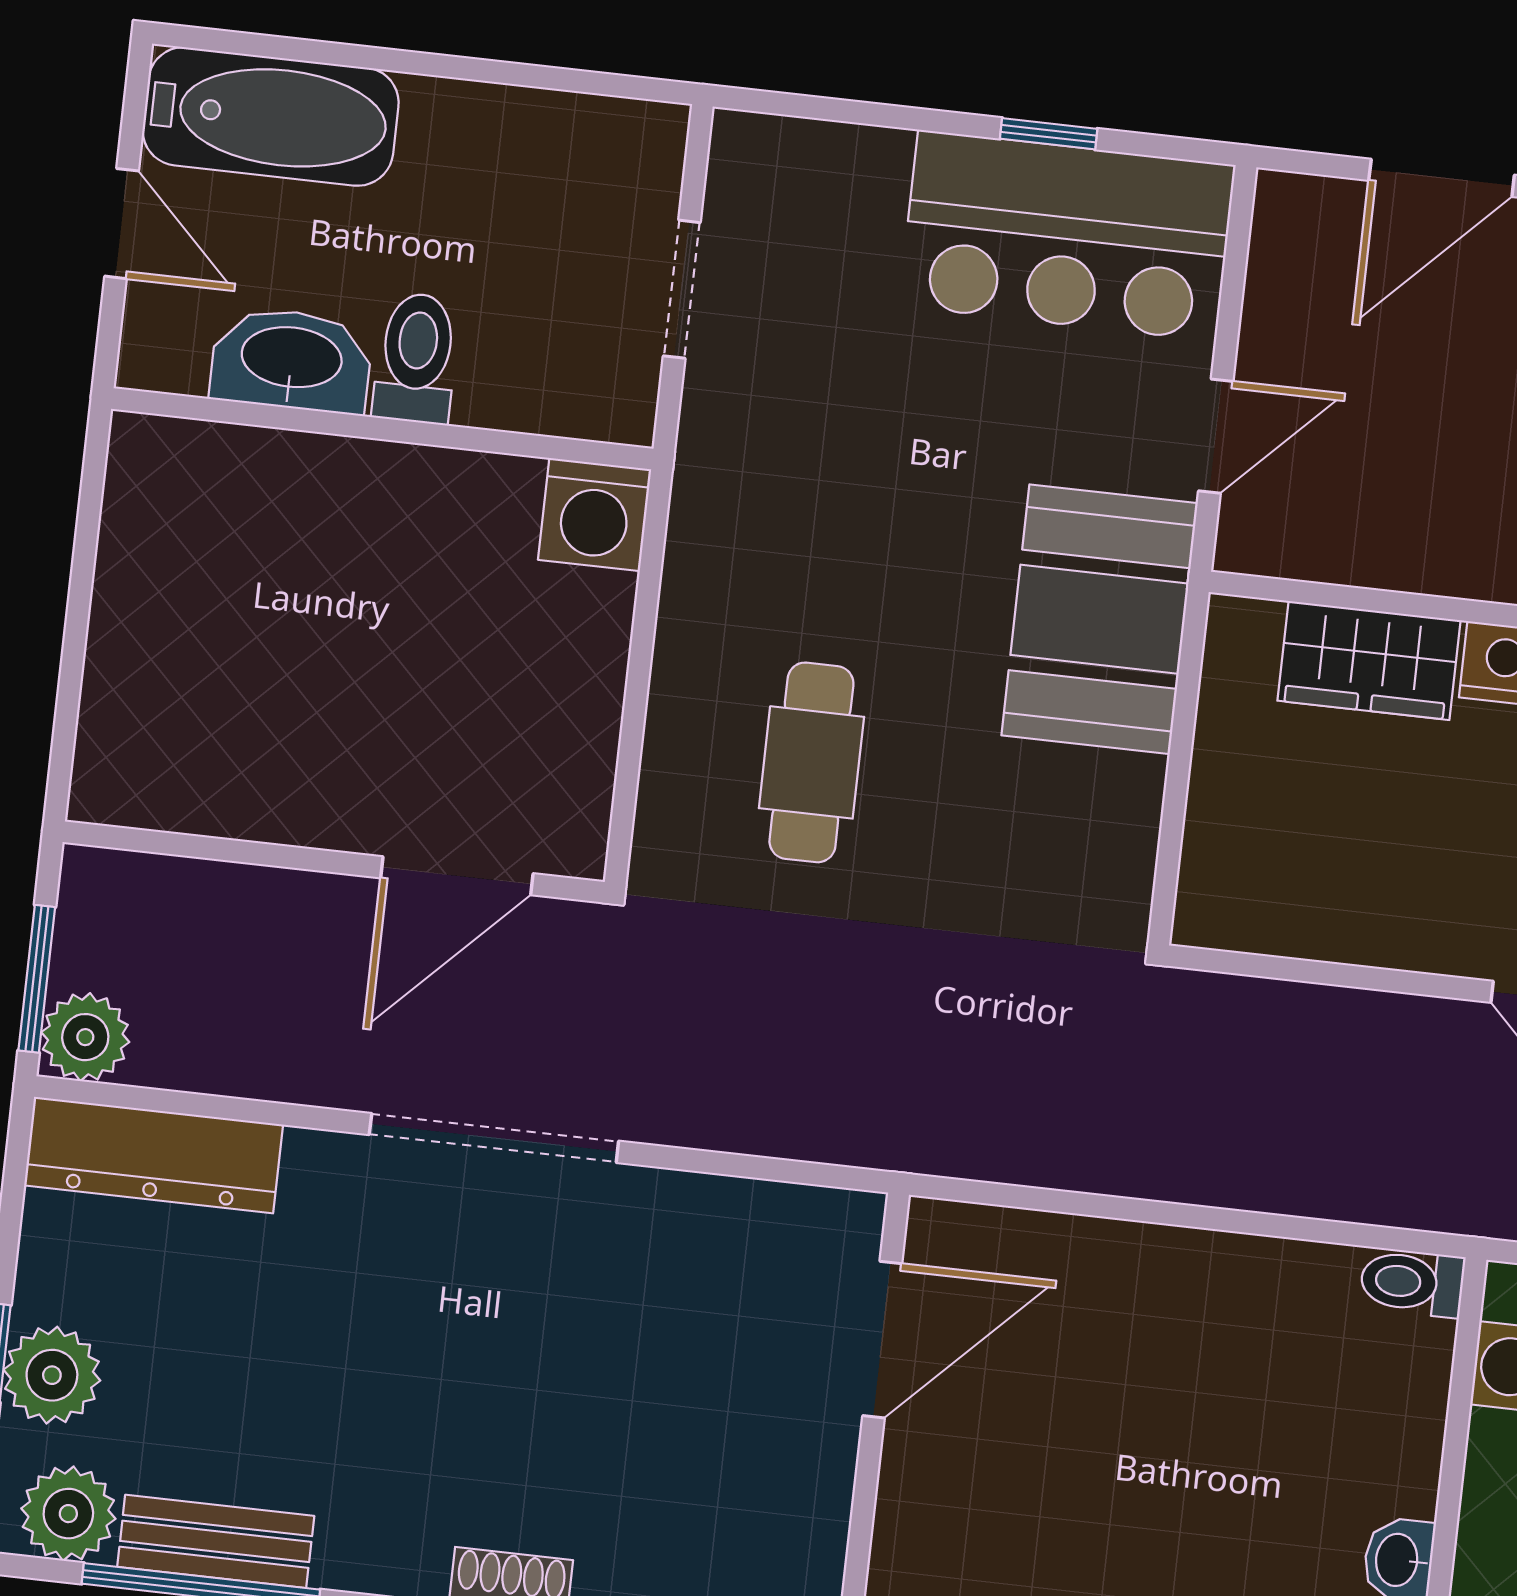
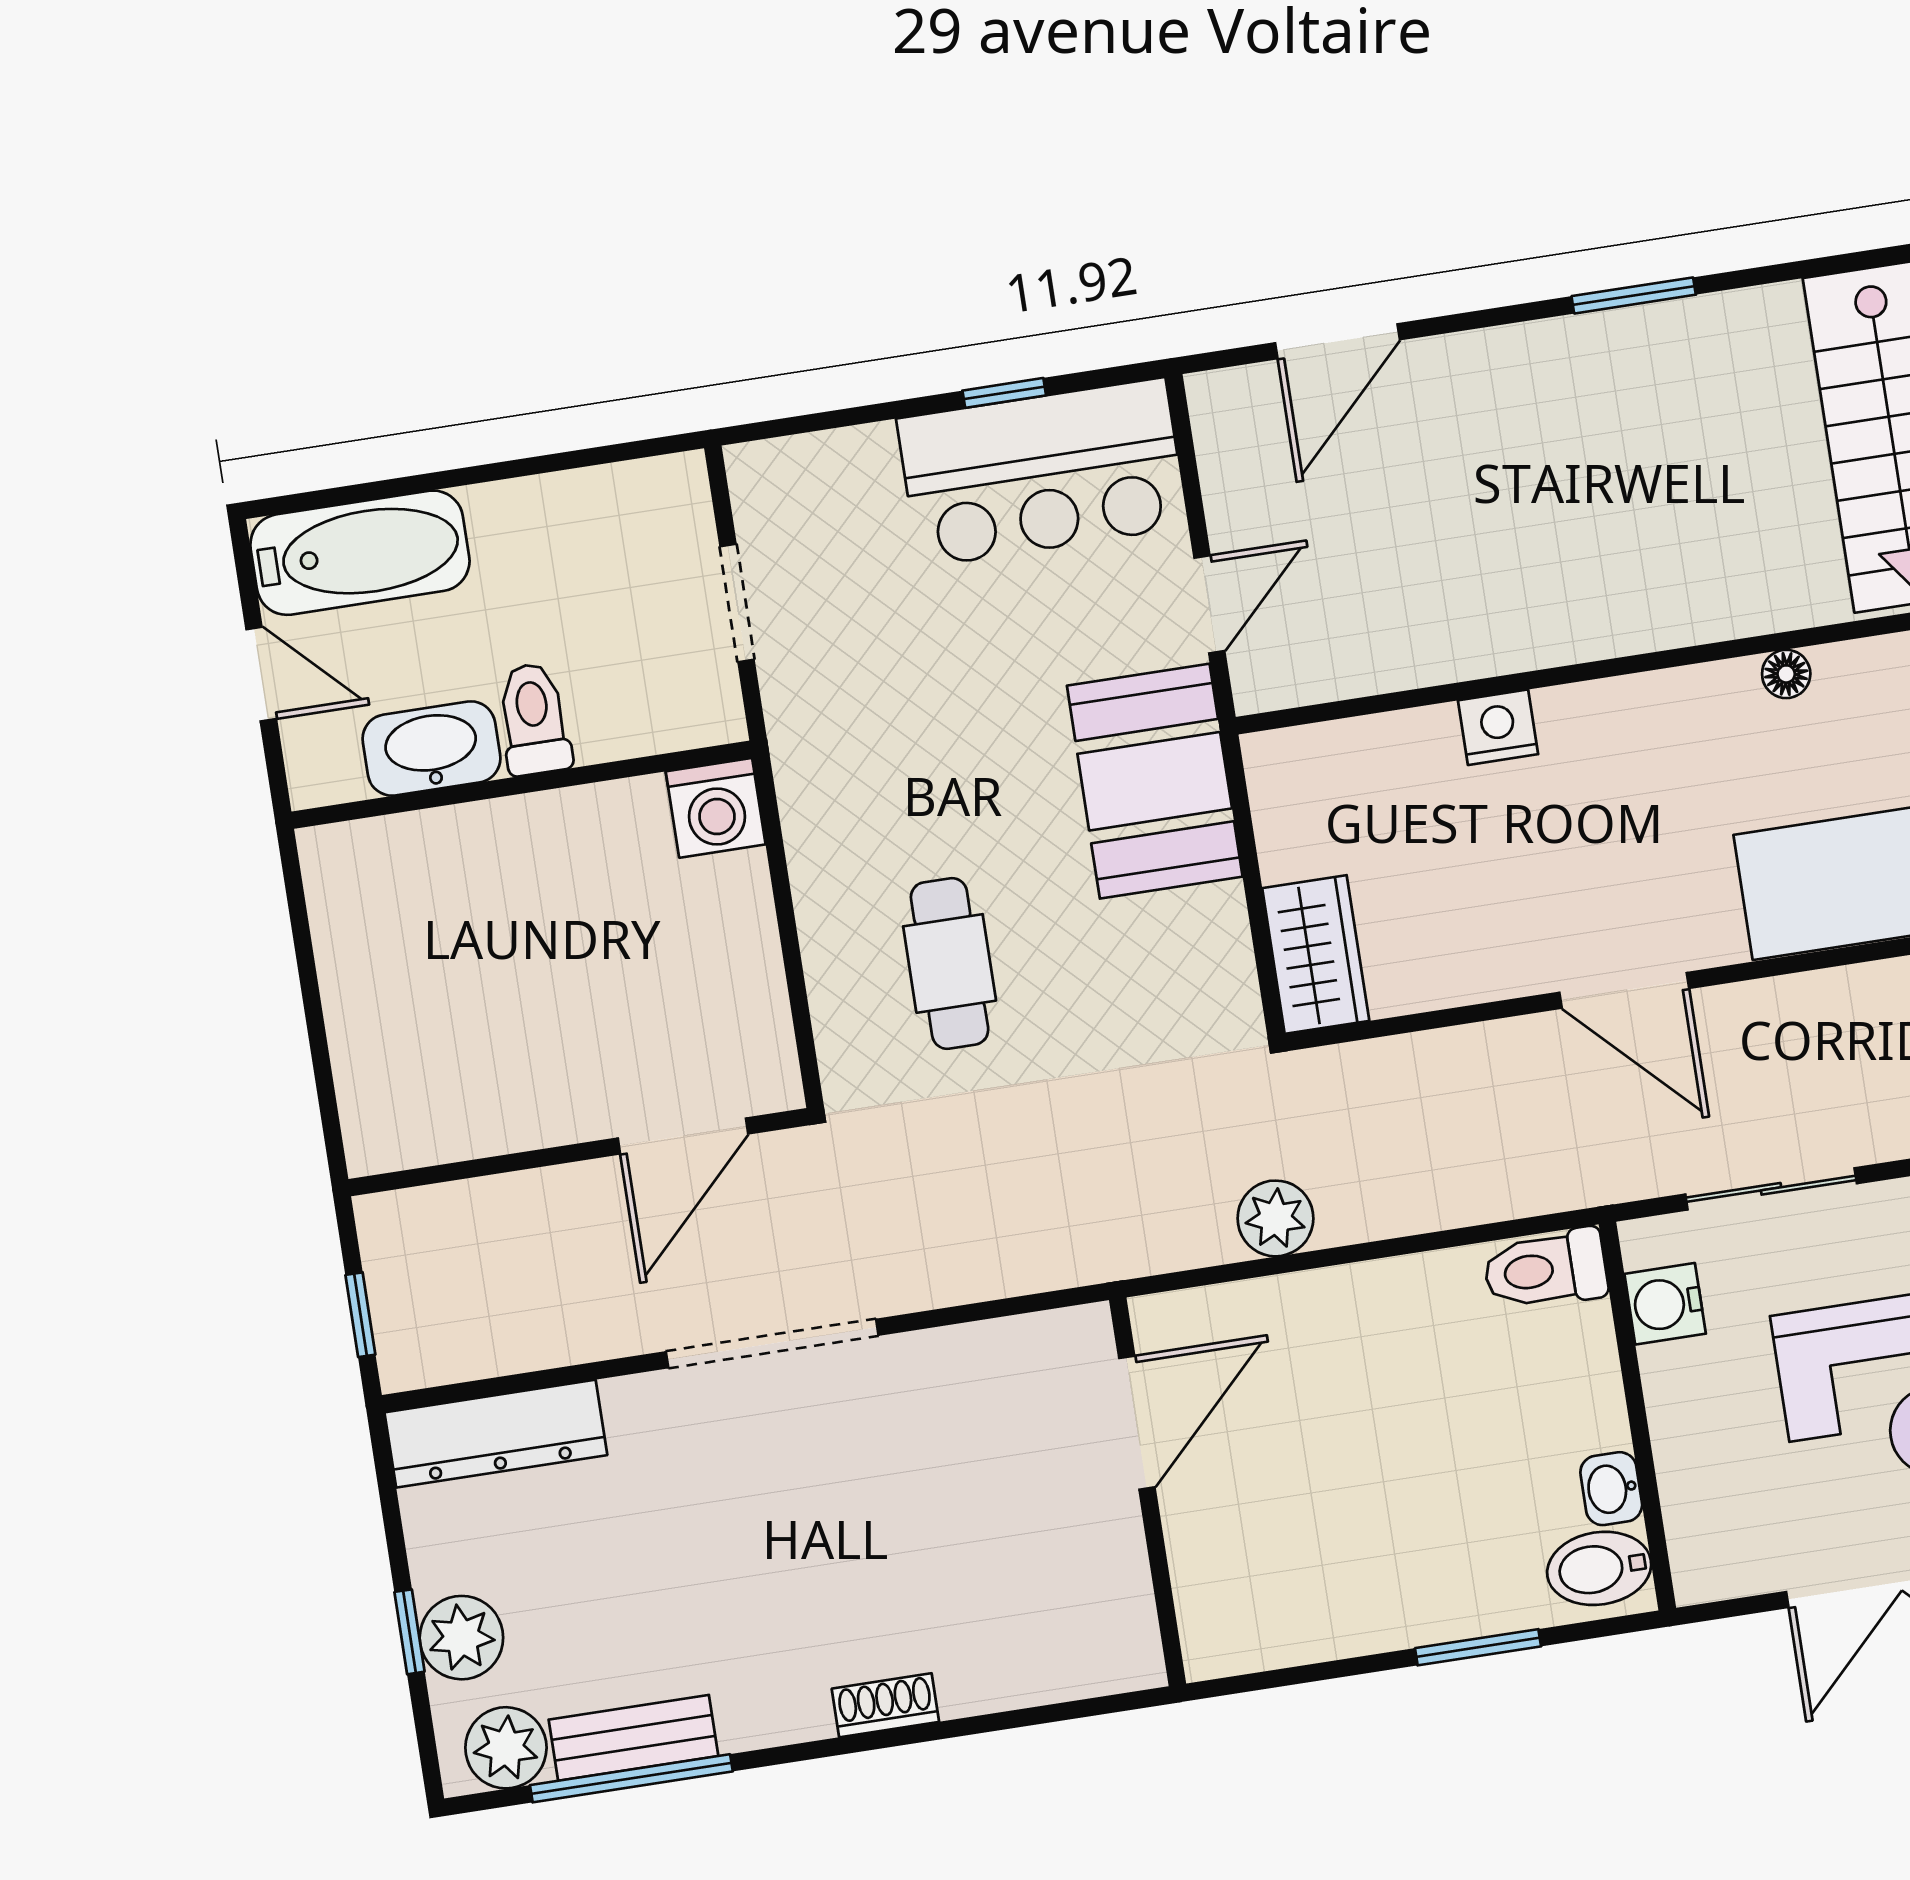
wardrobe: (1369, 660) -> (1316, 954), moved, turned -90
window: (37, 979) -> (360, 1315), width x0.67
plant: (85, 1037) -> (1275, 1218), moved
toilet: (1412, 1282) -> (1545, 1269), width x1.37, depth x1.39

